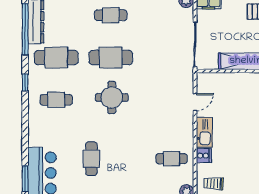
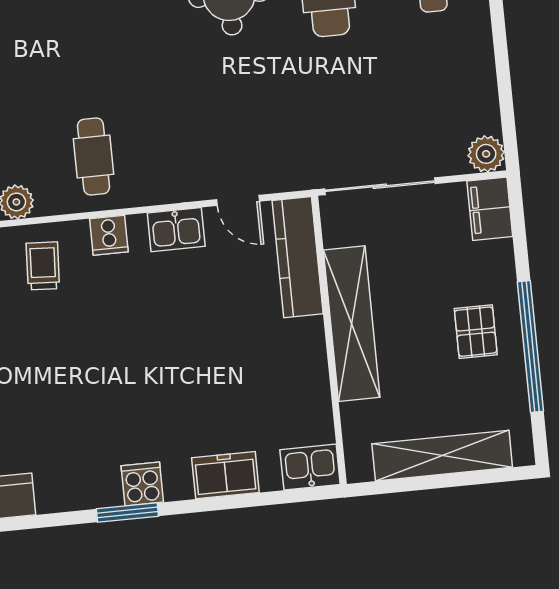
kitchen counter: (220, 80) -> (298, 257), added
kitchen sink: (204, 132) -> (176, 230), width x0.73

